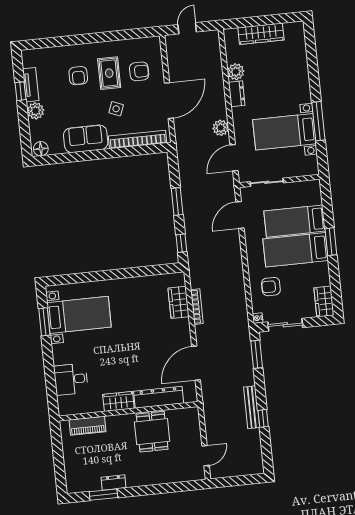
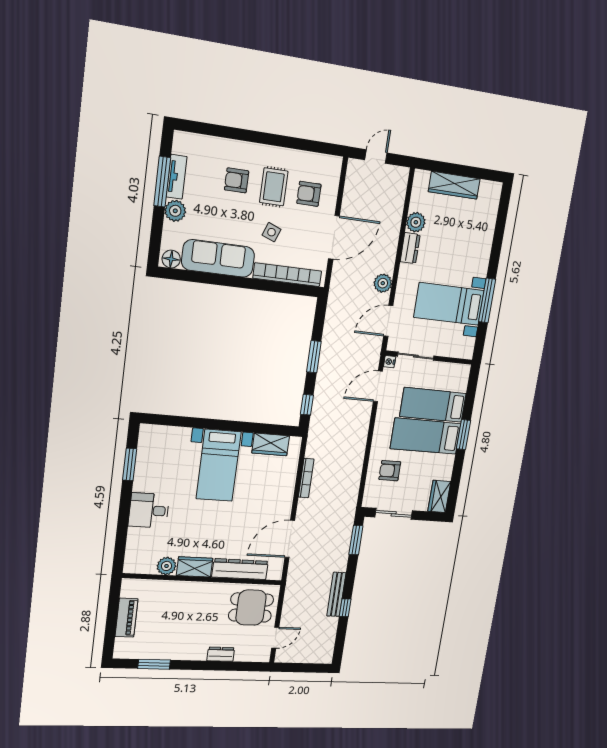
armchair: (139, 71) -> (309, 194), turned 180
armchair: (78, 76) -> (237, 180), turned 90
window: (21, 91) -> (162, 182), width x2.17
sofa: (86, 139) -> (218, 258), width x1.36
wardrobe: (179, 302) -> (271, 444), moved, turned -90
bed with nightstands: (79, 315) -> (219, 465), moved, turned 90
nightstand: (258, 318) -> (390, 362), moved
desk: (71, 379) -> (149, 510), moved
plant: (94, 404) -> (167, 566), added
piano: (87, 426) -> (126, 618), moved, turned -90
dining table: (152, 432) -> (251, 608), moved, turned 90
dresser: (113, 483) -> (221, 654), moved

